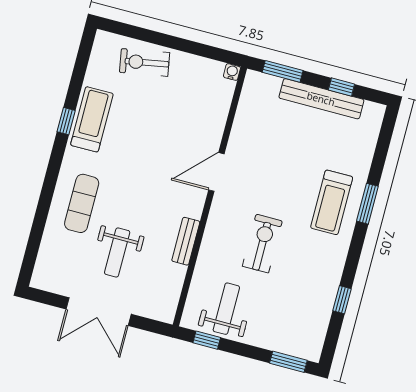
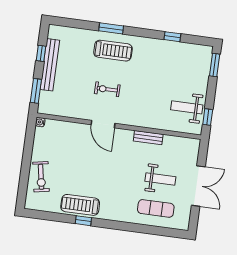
exercise mat: (82, 203) -> (156, 208), moved
exercise bike: (262, 244) -> (107, 89), moved, width x0.73, depth x0.72

